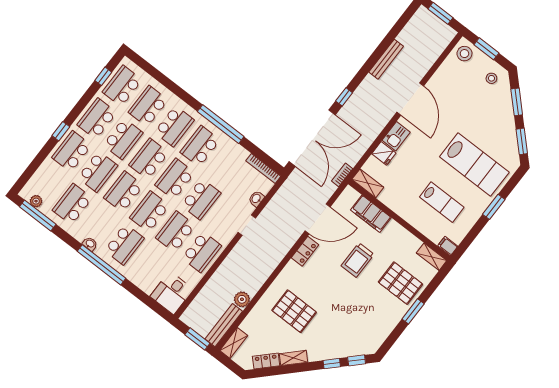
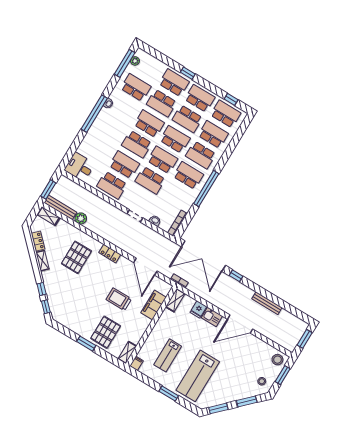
school desk: (150, 212) -> (137, 144), turned 180
school desk: (124, 244) -> (111, 129), removed
locker: (305, 251) -> (110, 254), moved

